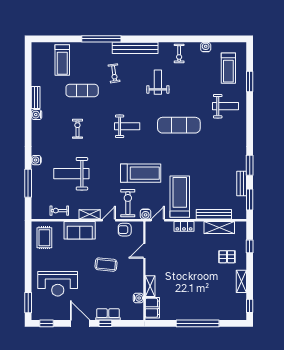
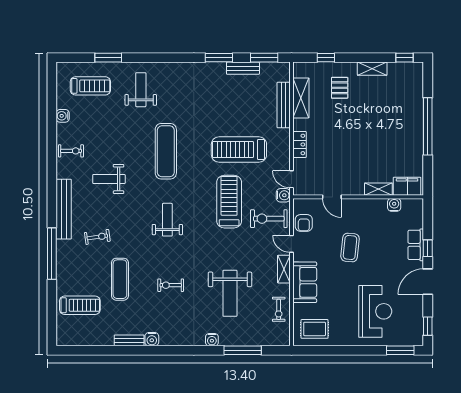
treadmill: (180, 197) -> (239, 149), moved

